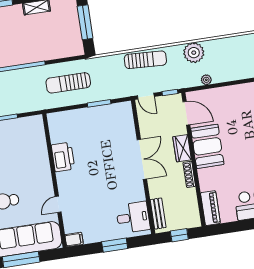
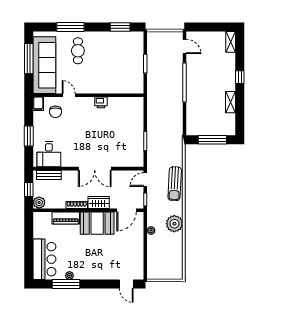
sun lounger: (68, 83) -> (166, 118), removed
printer: (63, 157) -> (101, 102), width x0.53, depth x0.68
piano: (210, 208) -> (66, 218), moved
chair: (80, 217) -> (56, 112), added
plant: (193, 220) -> (39, 203), added

